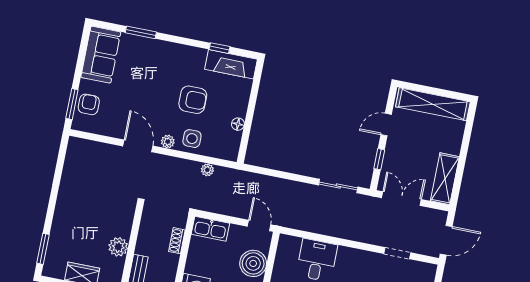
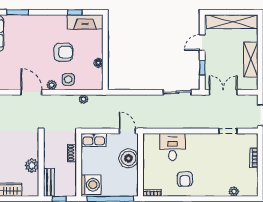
shelving: (445, 179) -> (251, 60), moved

